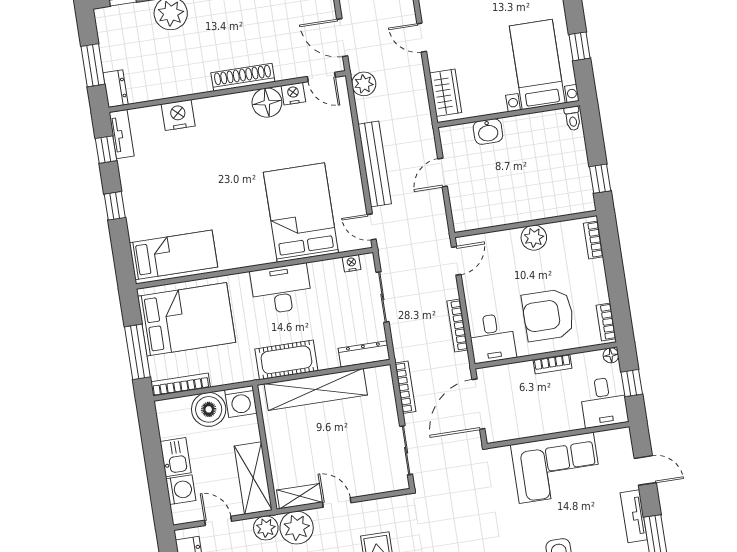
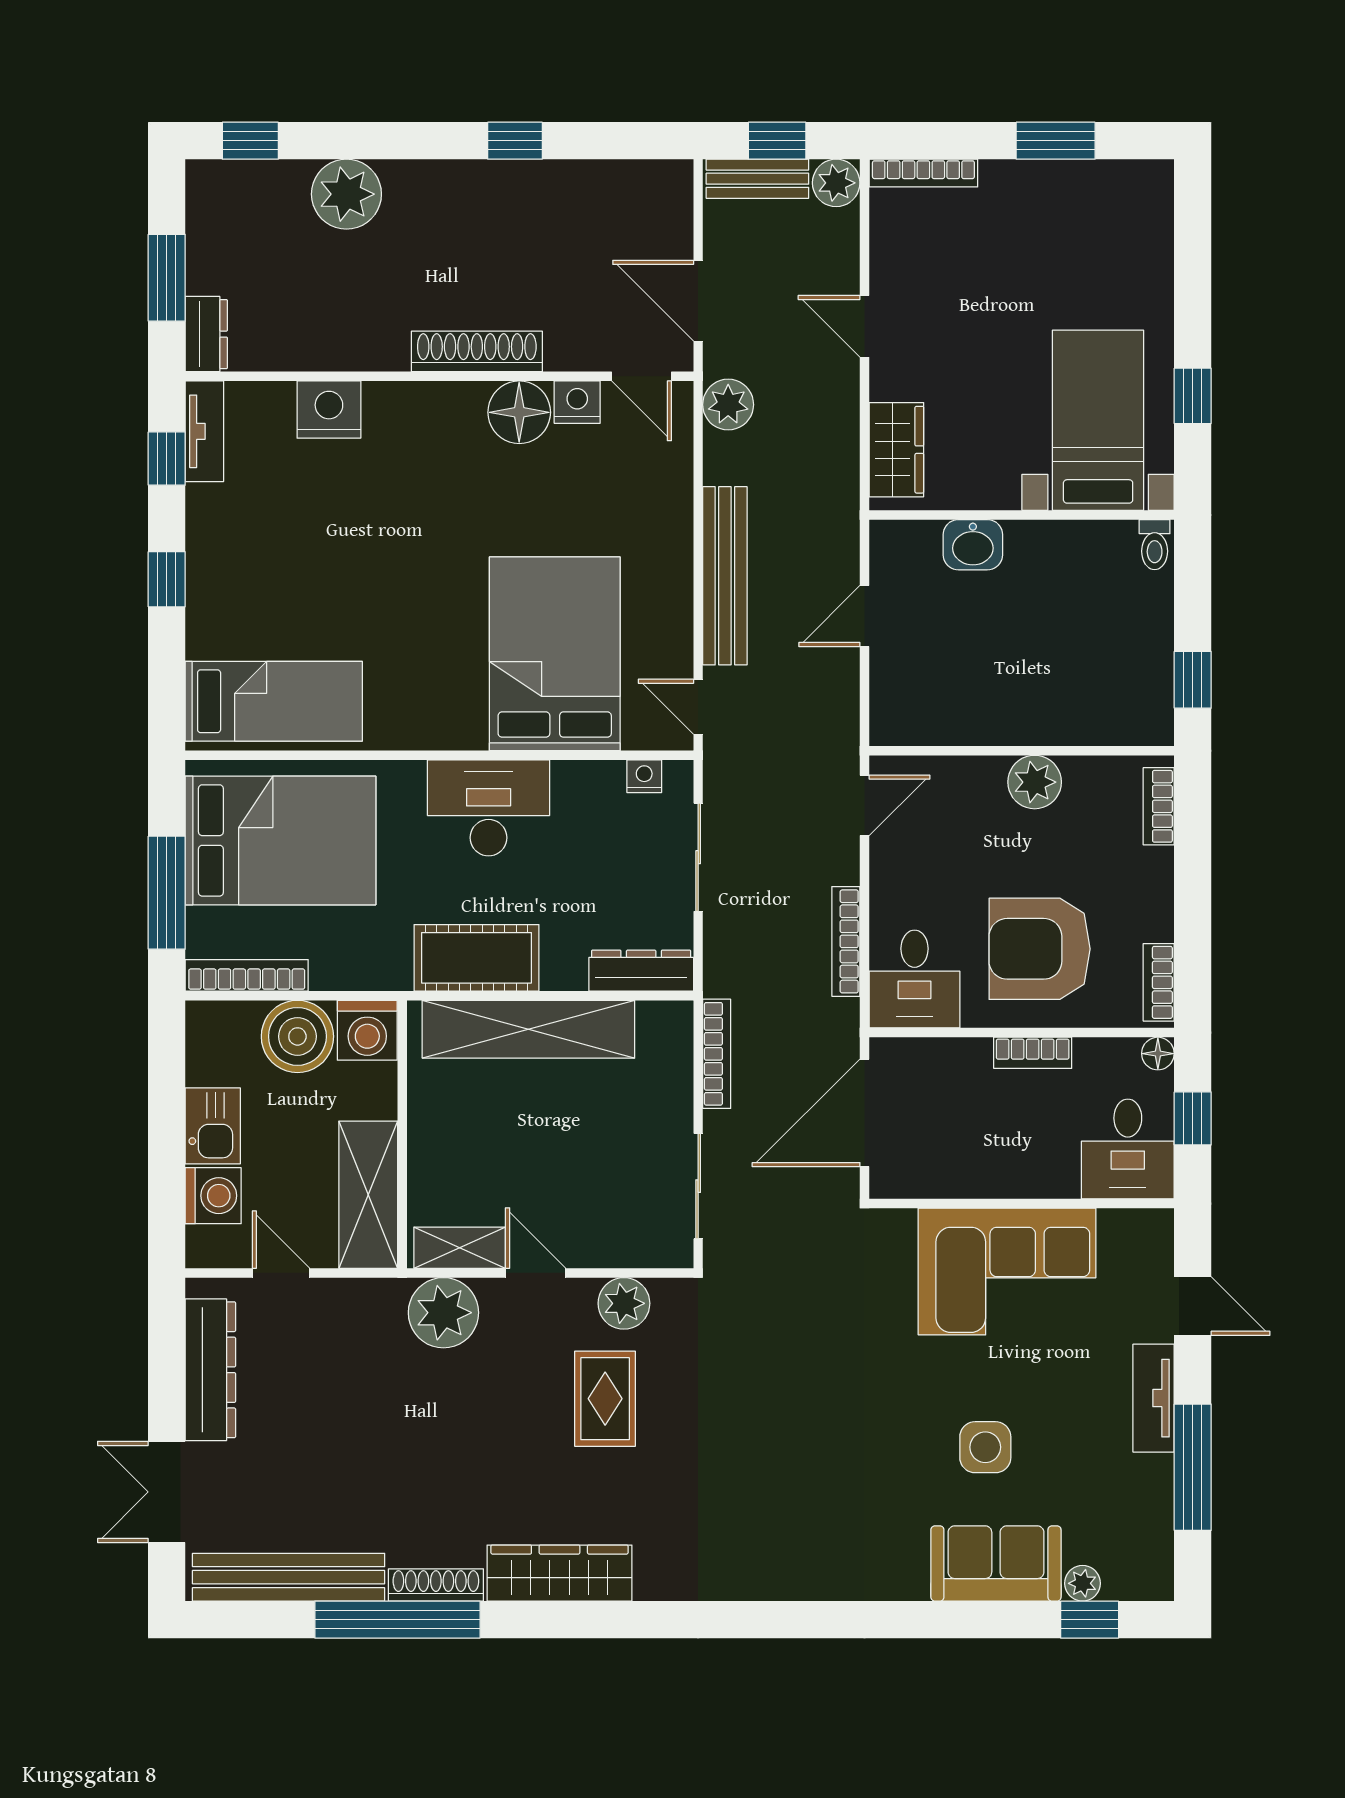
plant: (266, 528) -> (624, 1303), moved

